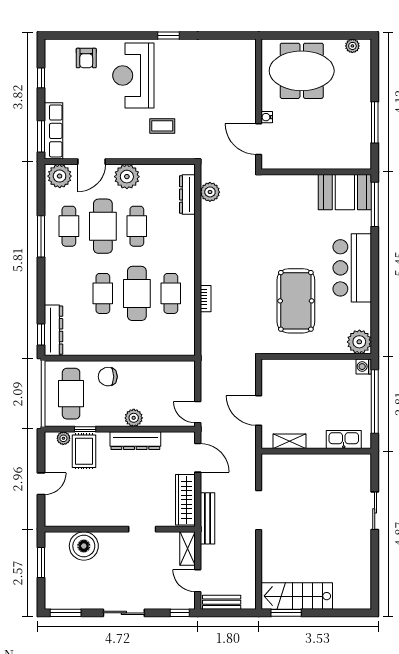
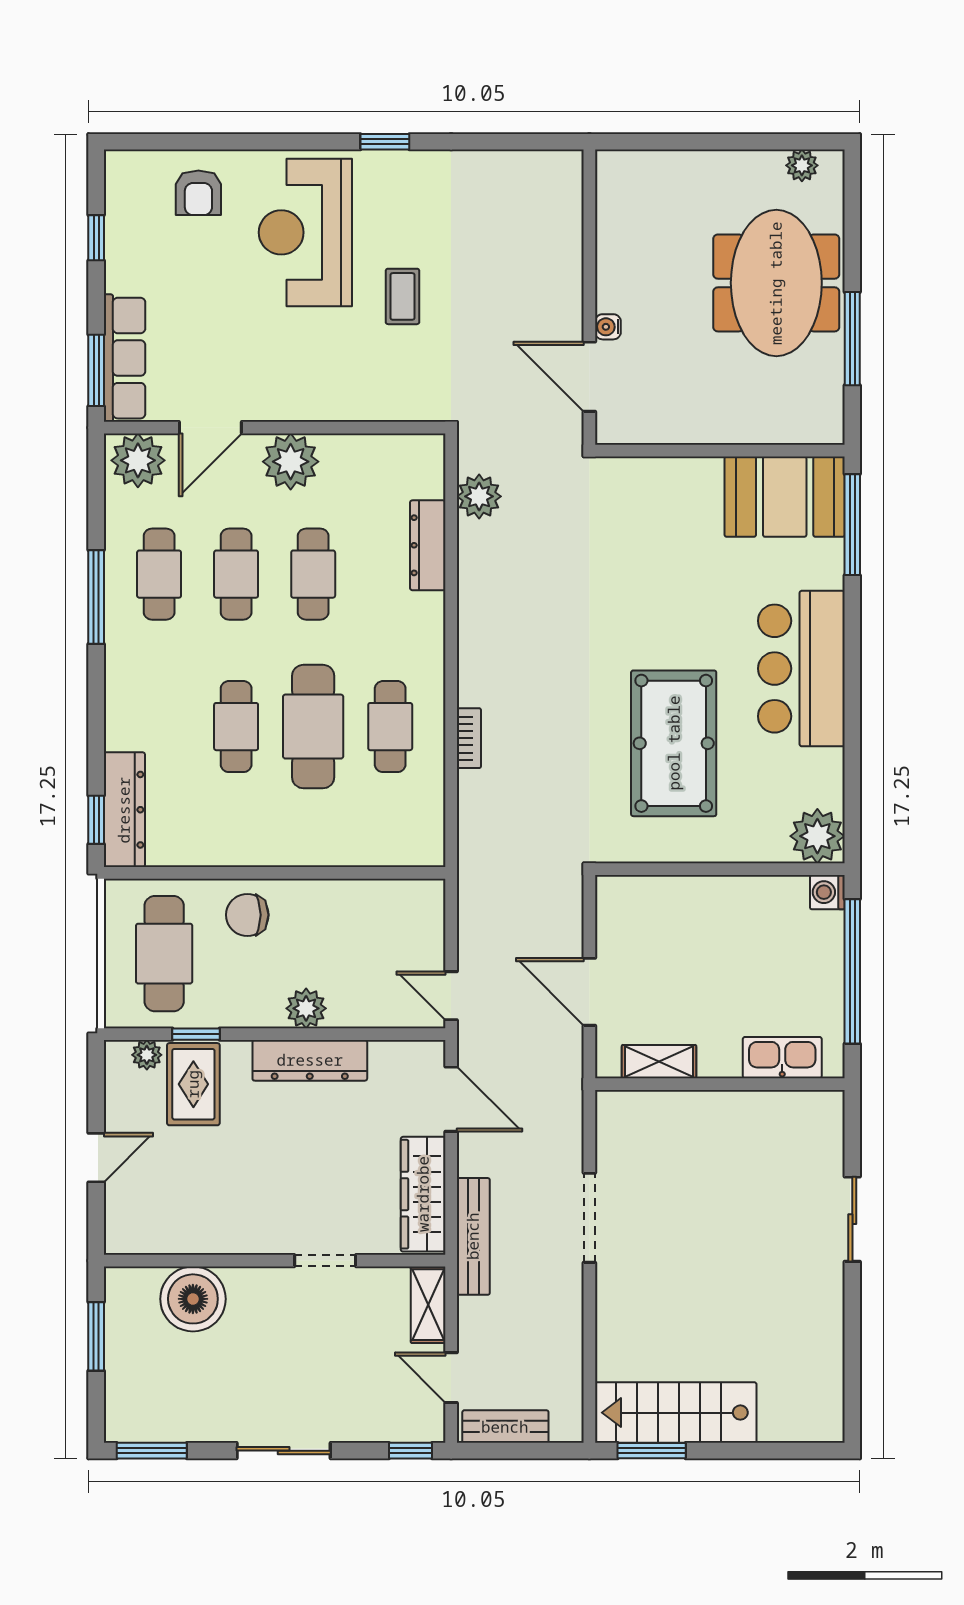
meeting table: (302, 71) -> (776, 283), moved, turned 90
coffee table: (162, 126) -> (403, 296), moved, turned 90
dresser: (187, 195) -> (428, 545), moved
cafe table: (103, 226) -> (236, 574), width x0.73, depth x0.74

